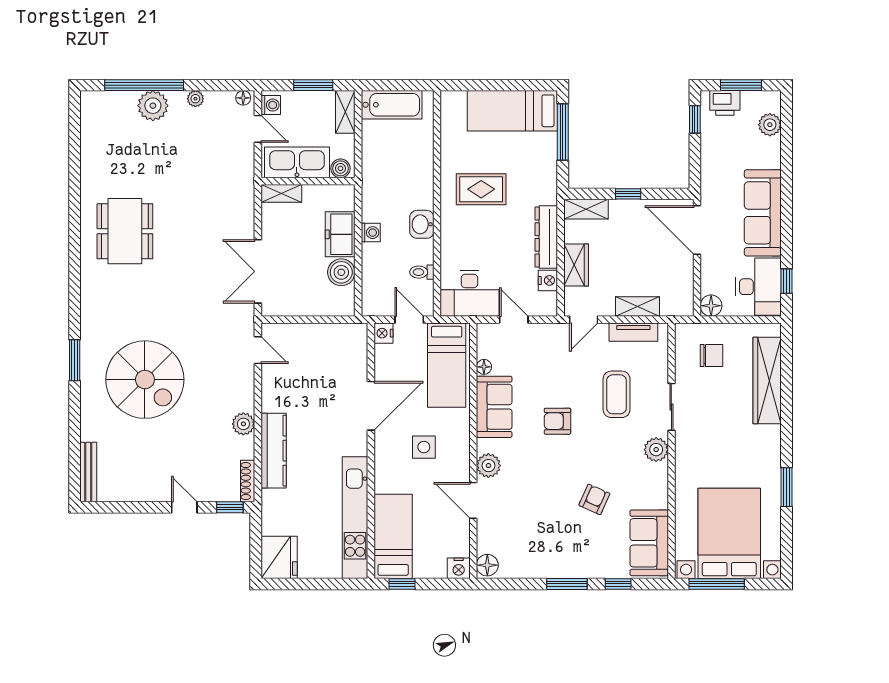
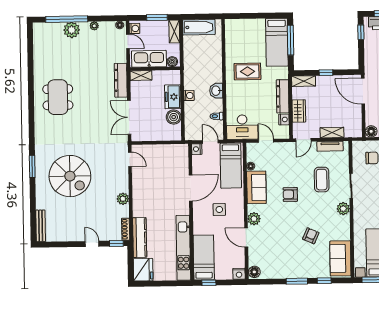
bed: (512, 111) -> (277, 42), moved, turned -90
dresser: (243, 202) -> (121, 80), added
kitchen counter: (274, 451) -> (140, 238), moved

